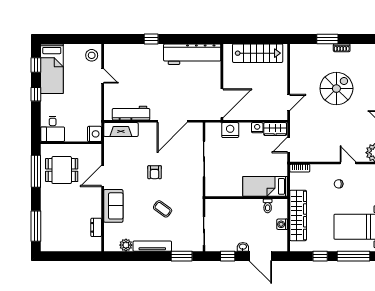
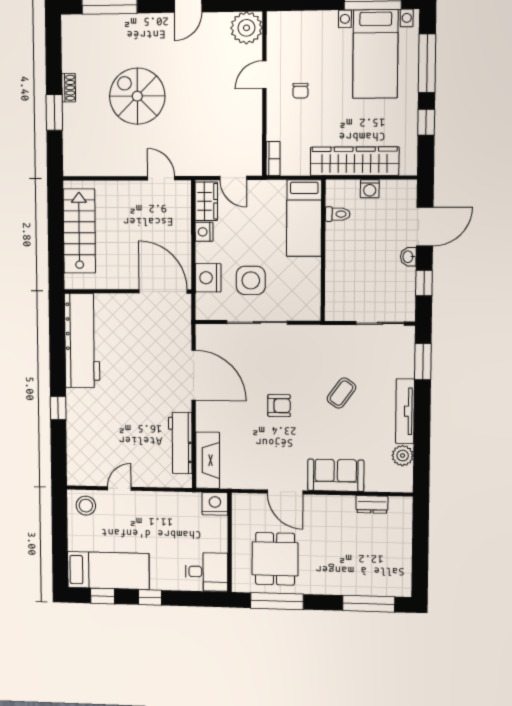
side table: (229, 155) -> (251, 280), added

